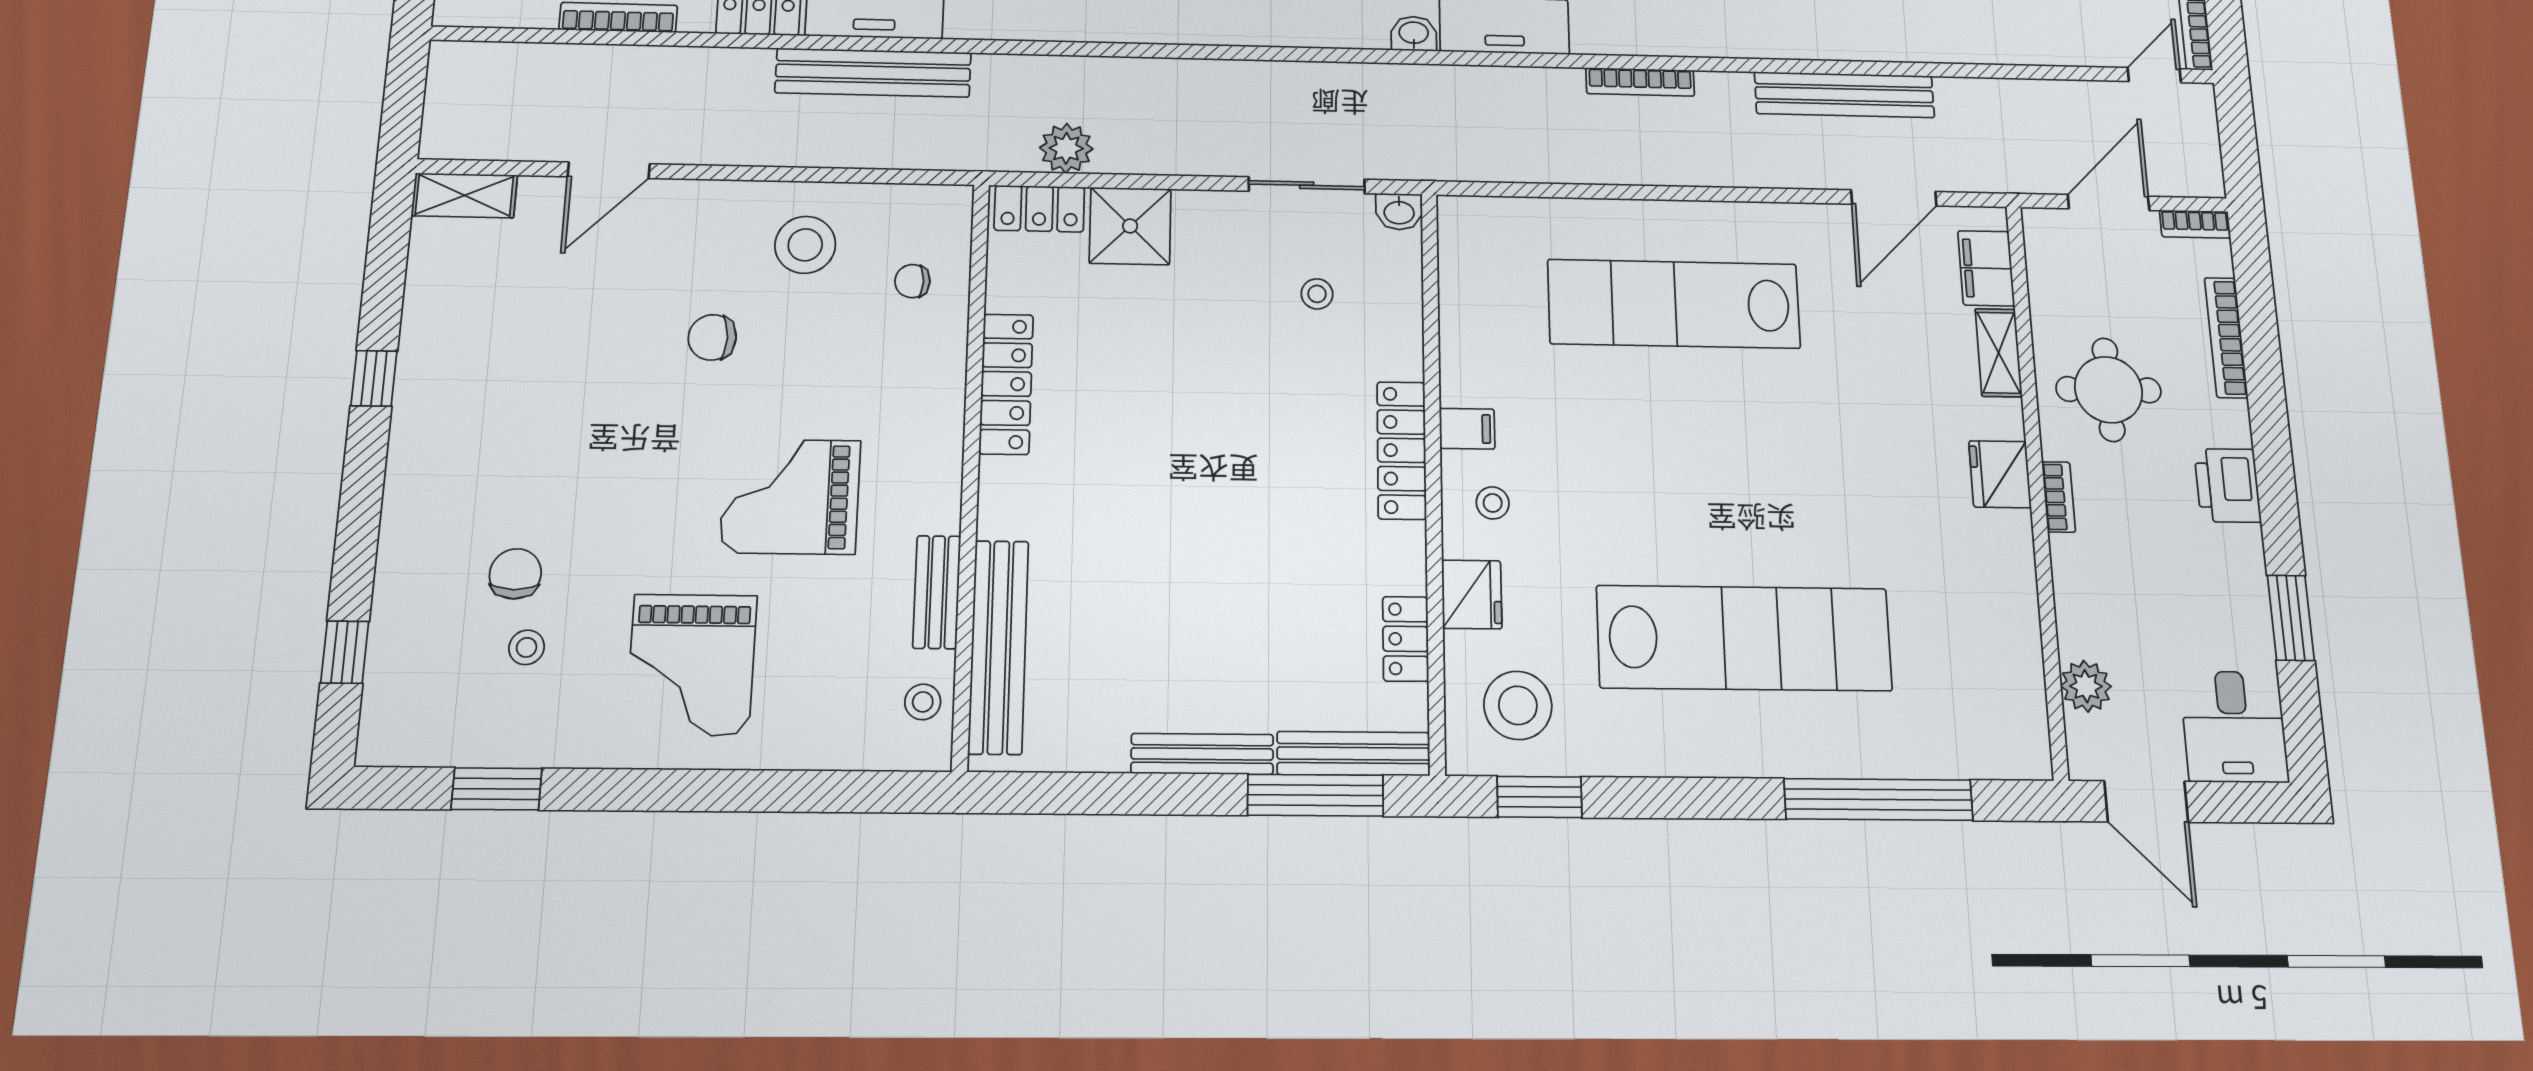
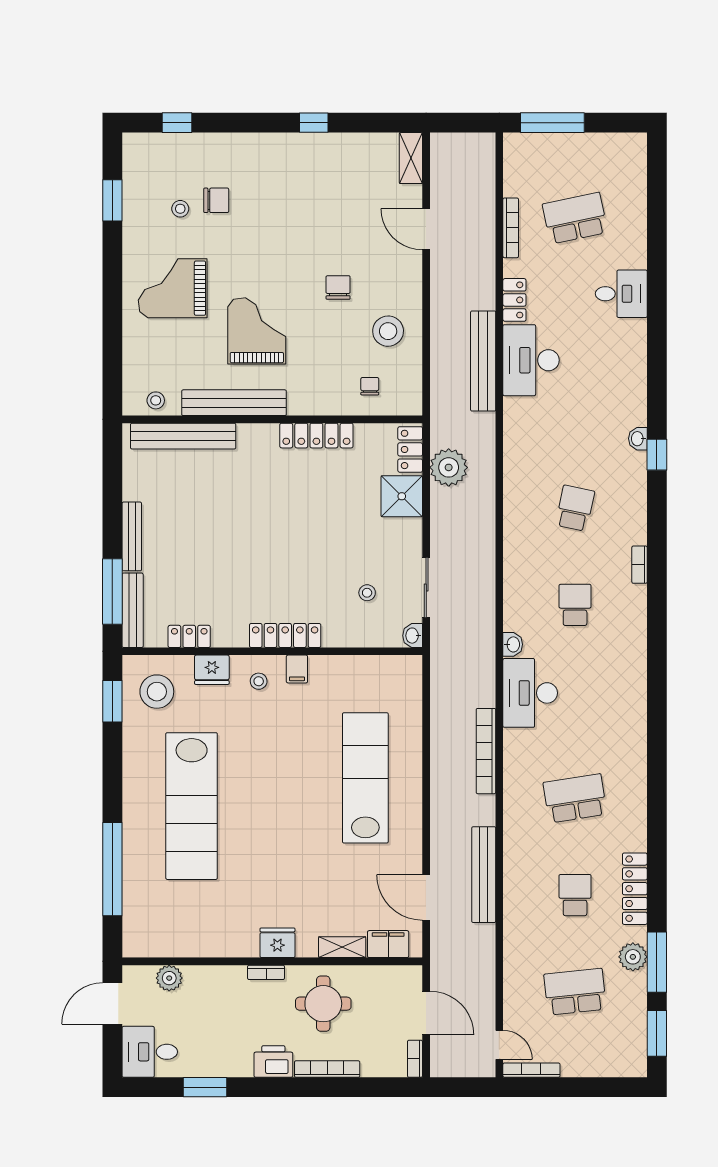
bookcase: (1640, 82) -> (486, 751), width x1.48, depth x1.31
plant: (1066, 148) -> (449, 467), width x1.36, depth x1.36
bookcase: (2226, 338) -> (327, 1069), moved
bench: (937, 592) -> (234, 403), width x1.86, depth x1.21

